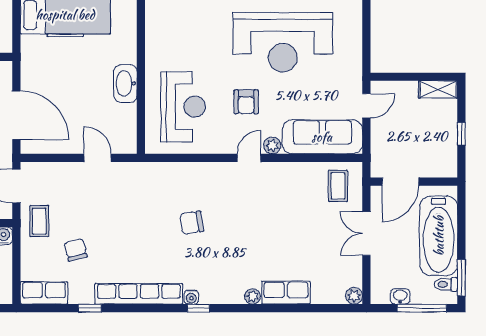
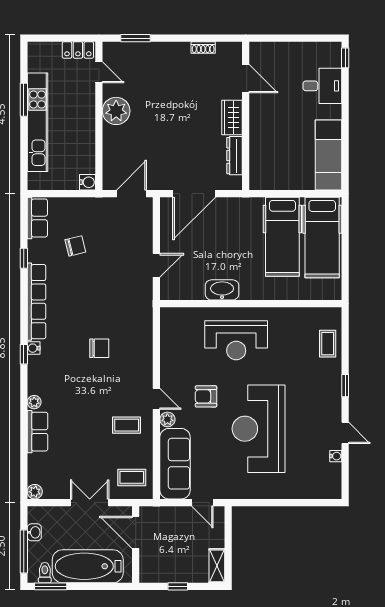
reception desk: (183, 107) -> (236, 340), moved
coffee table: (39, 221) -> (127, 425), moved
chair: (192, 223) -> (99, 348), turned 99

